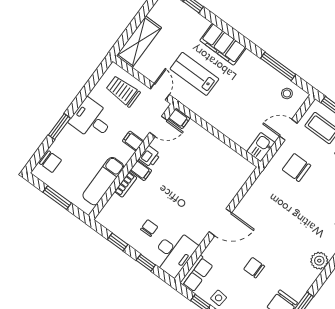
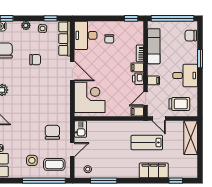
filing cabinet: (223, 44) -> (154, 170), moved
lab bench: (194, 74) -> (147, 142), turned 180
chair: (297, 168) -> (52, 132), turned -90
corner desk: (223, 176) -> (90, 97), added
window: (57, 198) -> (172, 18), width x2.11
door: (220, 222) -> (72, 71), swing flipped
window: (118, 242) -> (131, 18), moved
window: (146, 263) -> (97, 18), removed
row of seats: (197, 274) -> (64, 39), width x1.48

